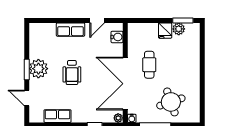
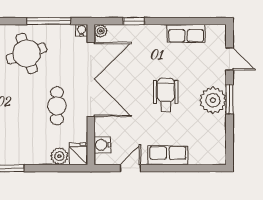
plant: (179, 29) -> (59, 156), moved
fridge: (165, 31) -> (78, 154), moved

